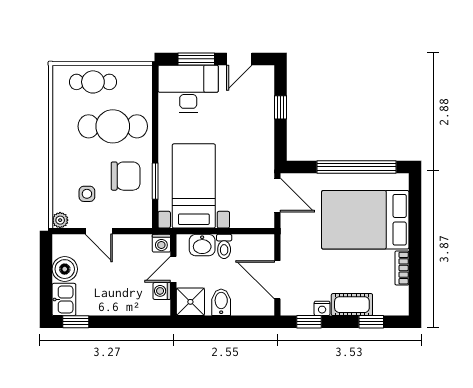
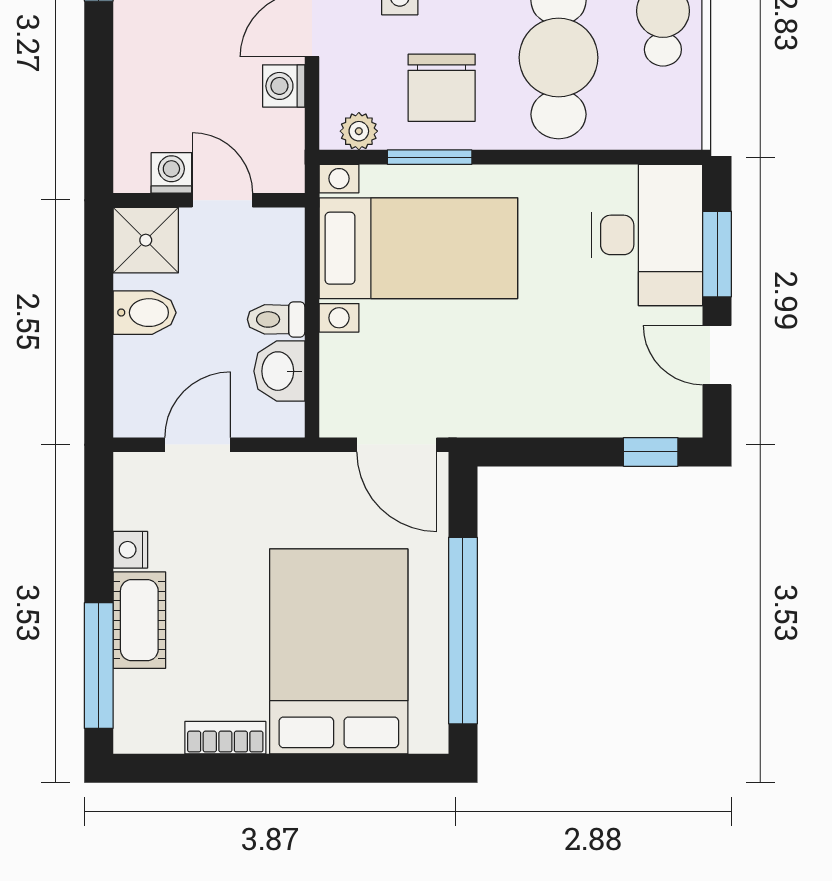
window: (280, 107) -> (651, 452), moved
door: (277, 195) -> (397, 445), hinge flipped
plant: (144, 211) -> (359, 131), added
washing machine: (161, 243) -> (284, 86), moved
washbasin: (202, 245) -> (279, 371), moved
door: (277, 280) -> (198, 445), width x0.73
window: (309, 322) -> (99, 519), removed
window: (371, 322) -> (99, 666), width x2.17

